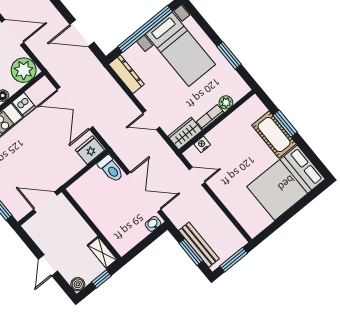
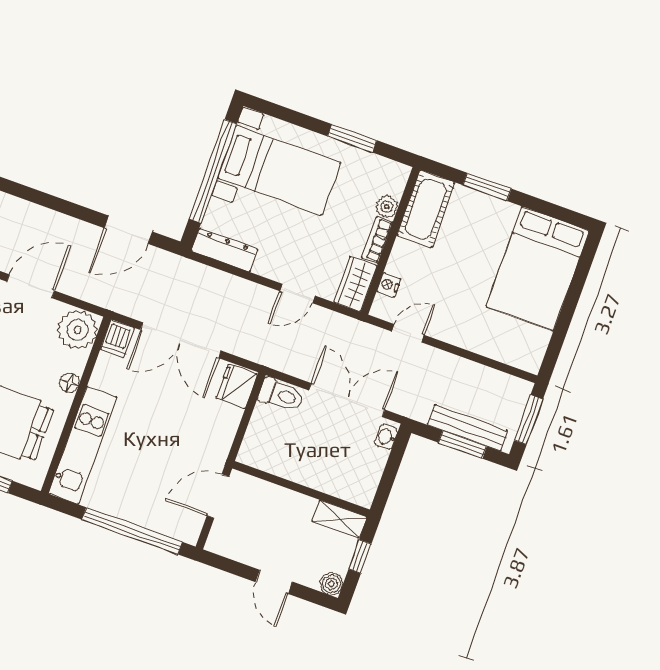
dishwasher: (24, 105) -> (117, 339), moved, turned 90
cot: (274, 135) -> (426, 209), moved, turned 90

